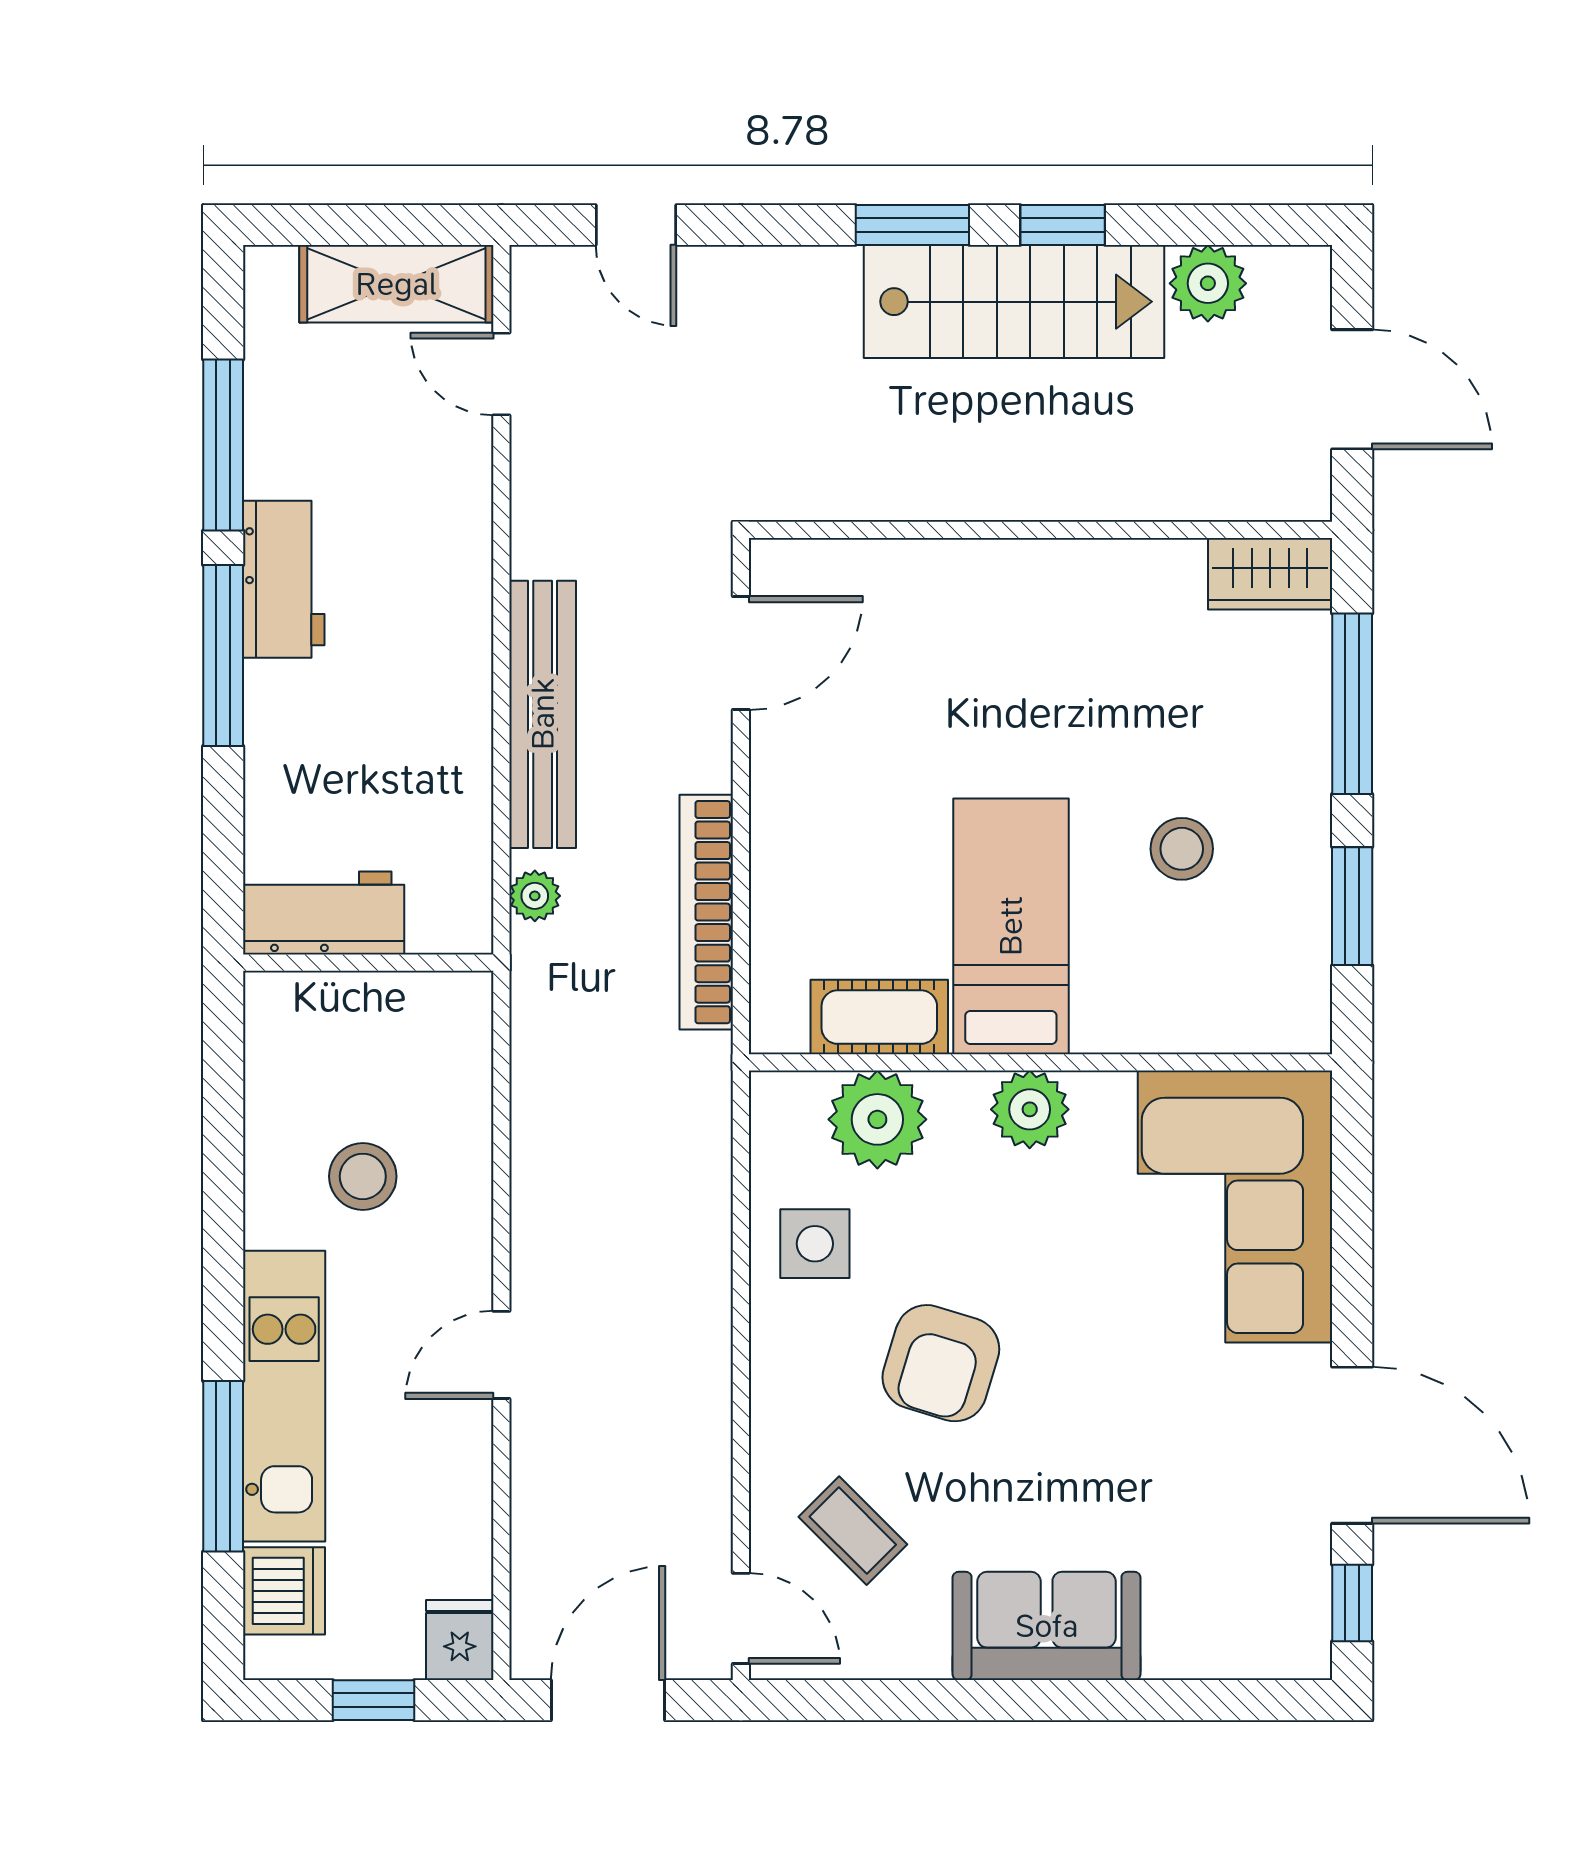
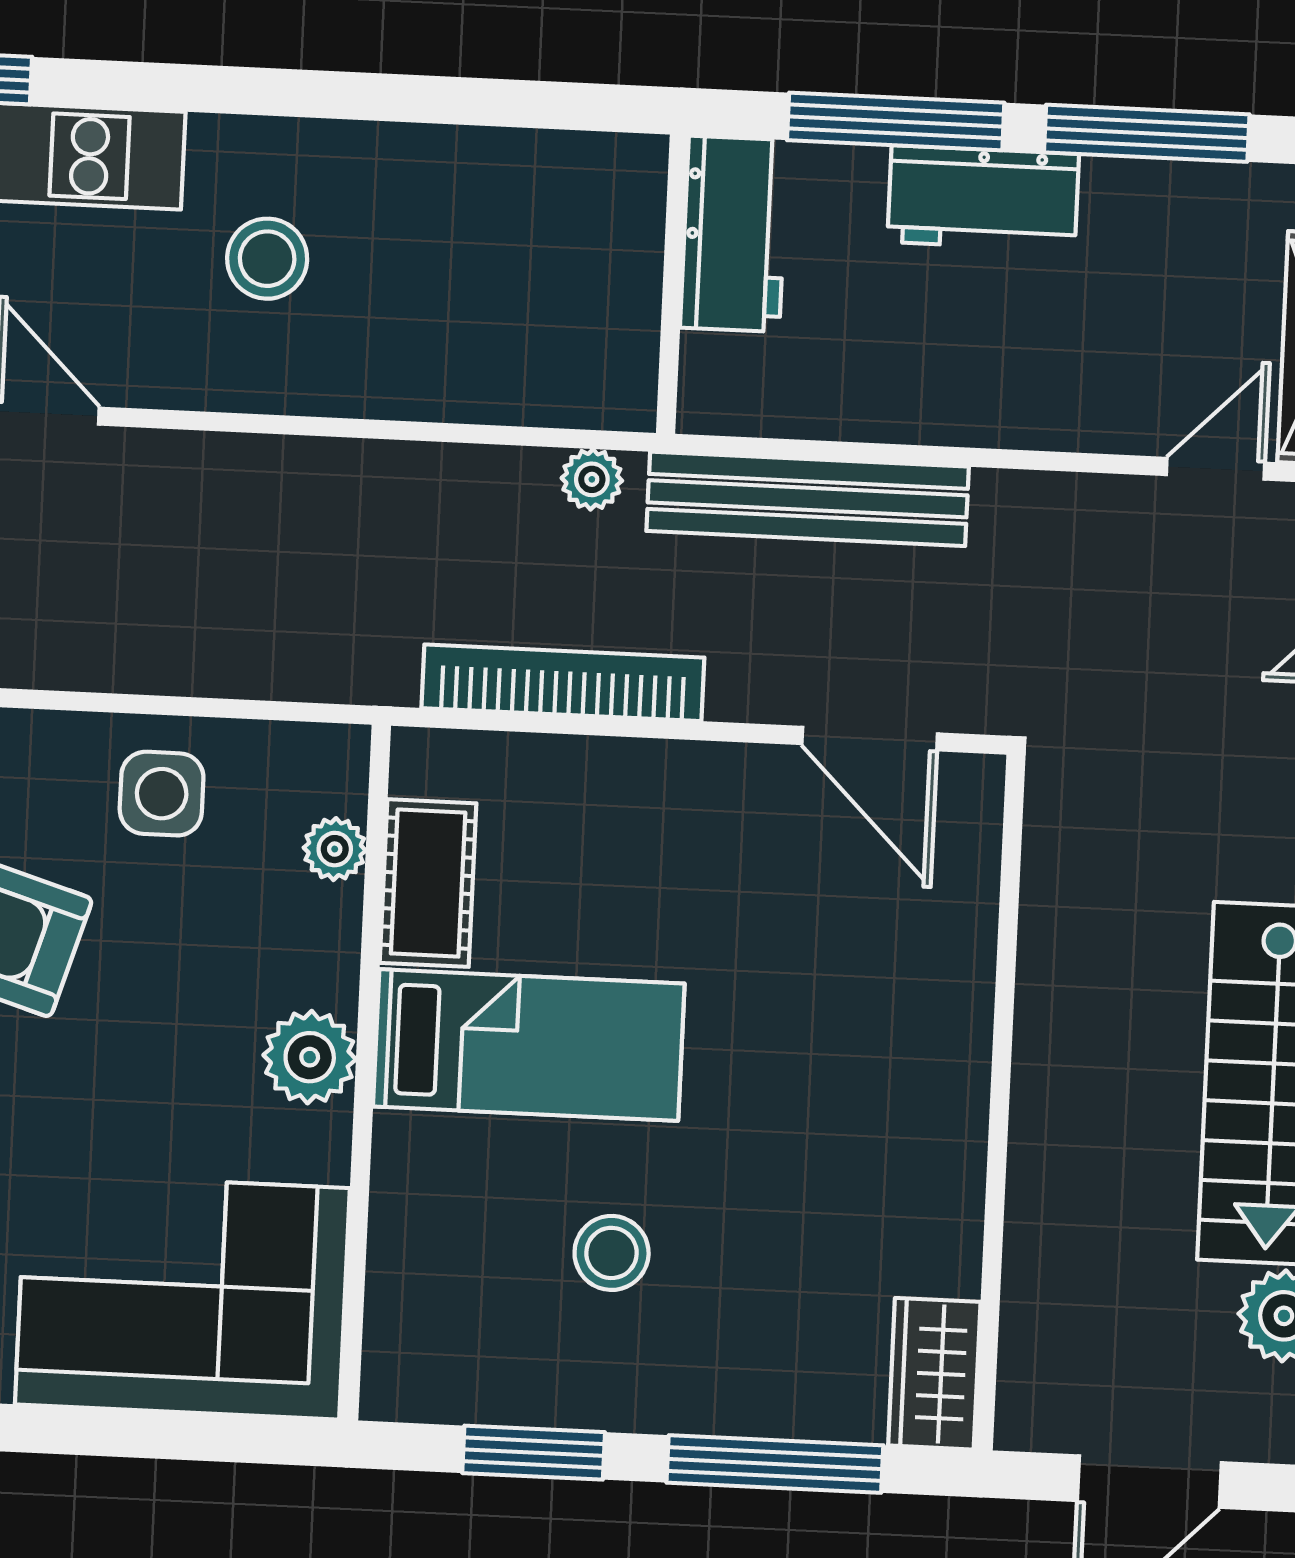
workbench: (324, 913) -> (734, 234), moved
wall: (368, 963) -> (672, 284), moved
plant: (877, 1119) -> (335, 849), width x0.53, depth x0.53

